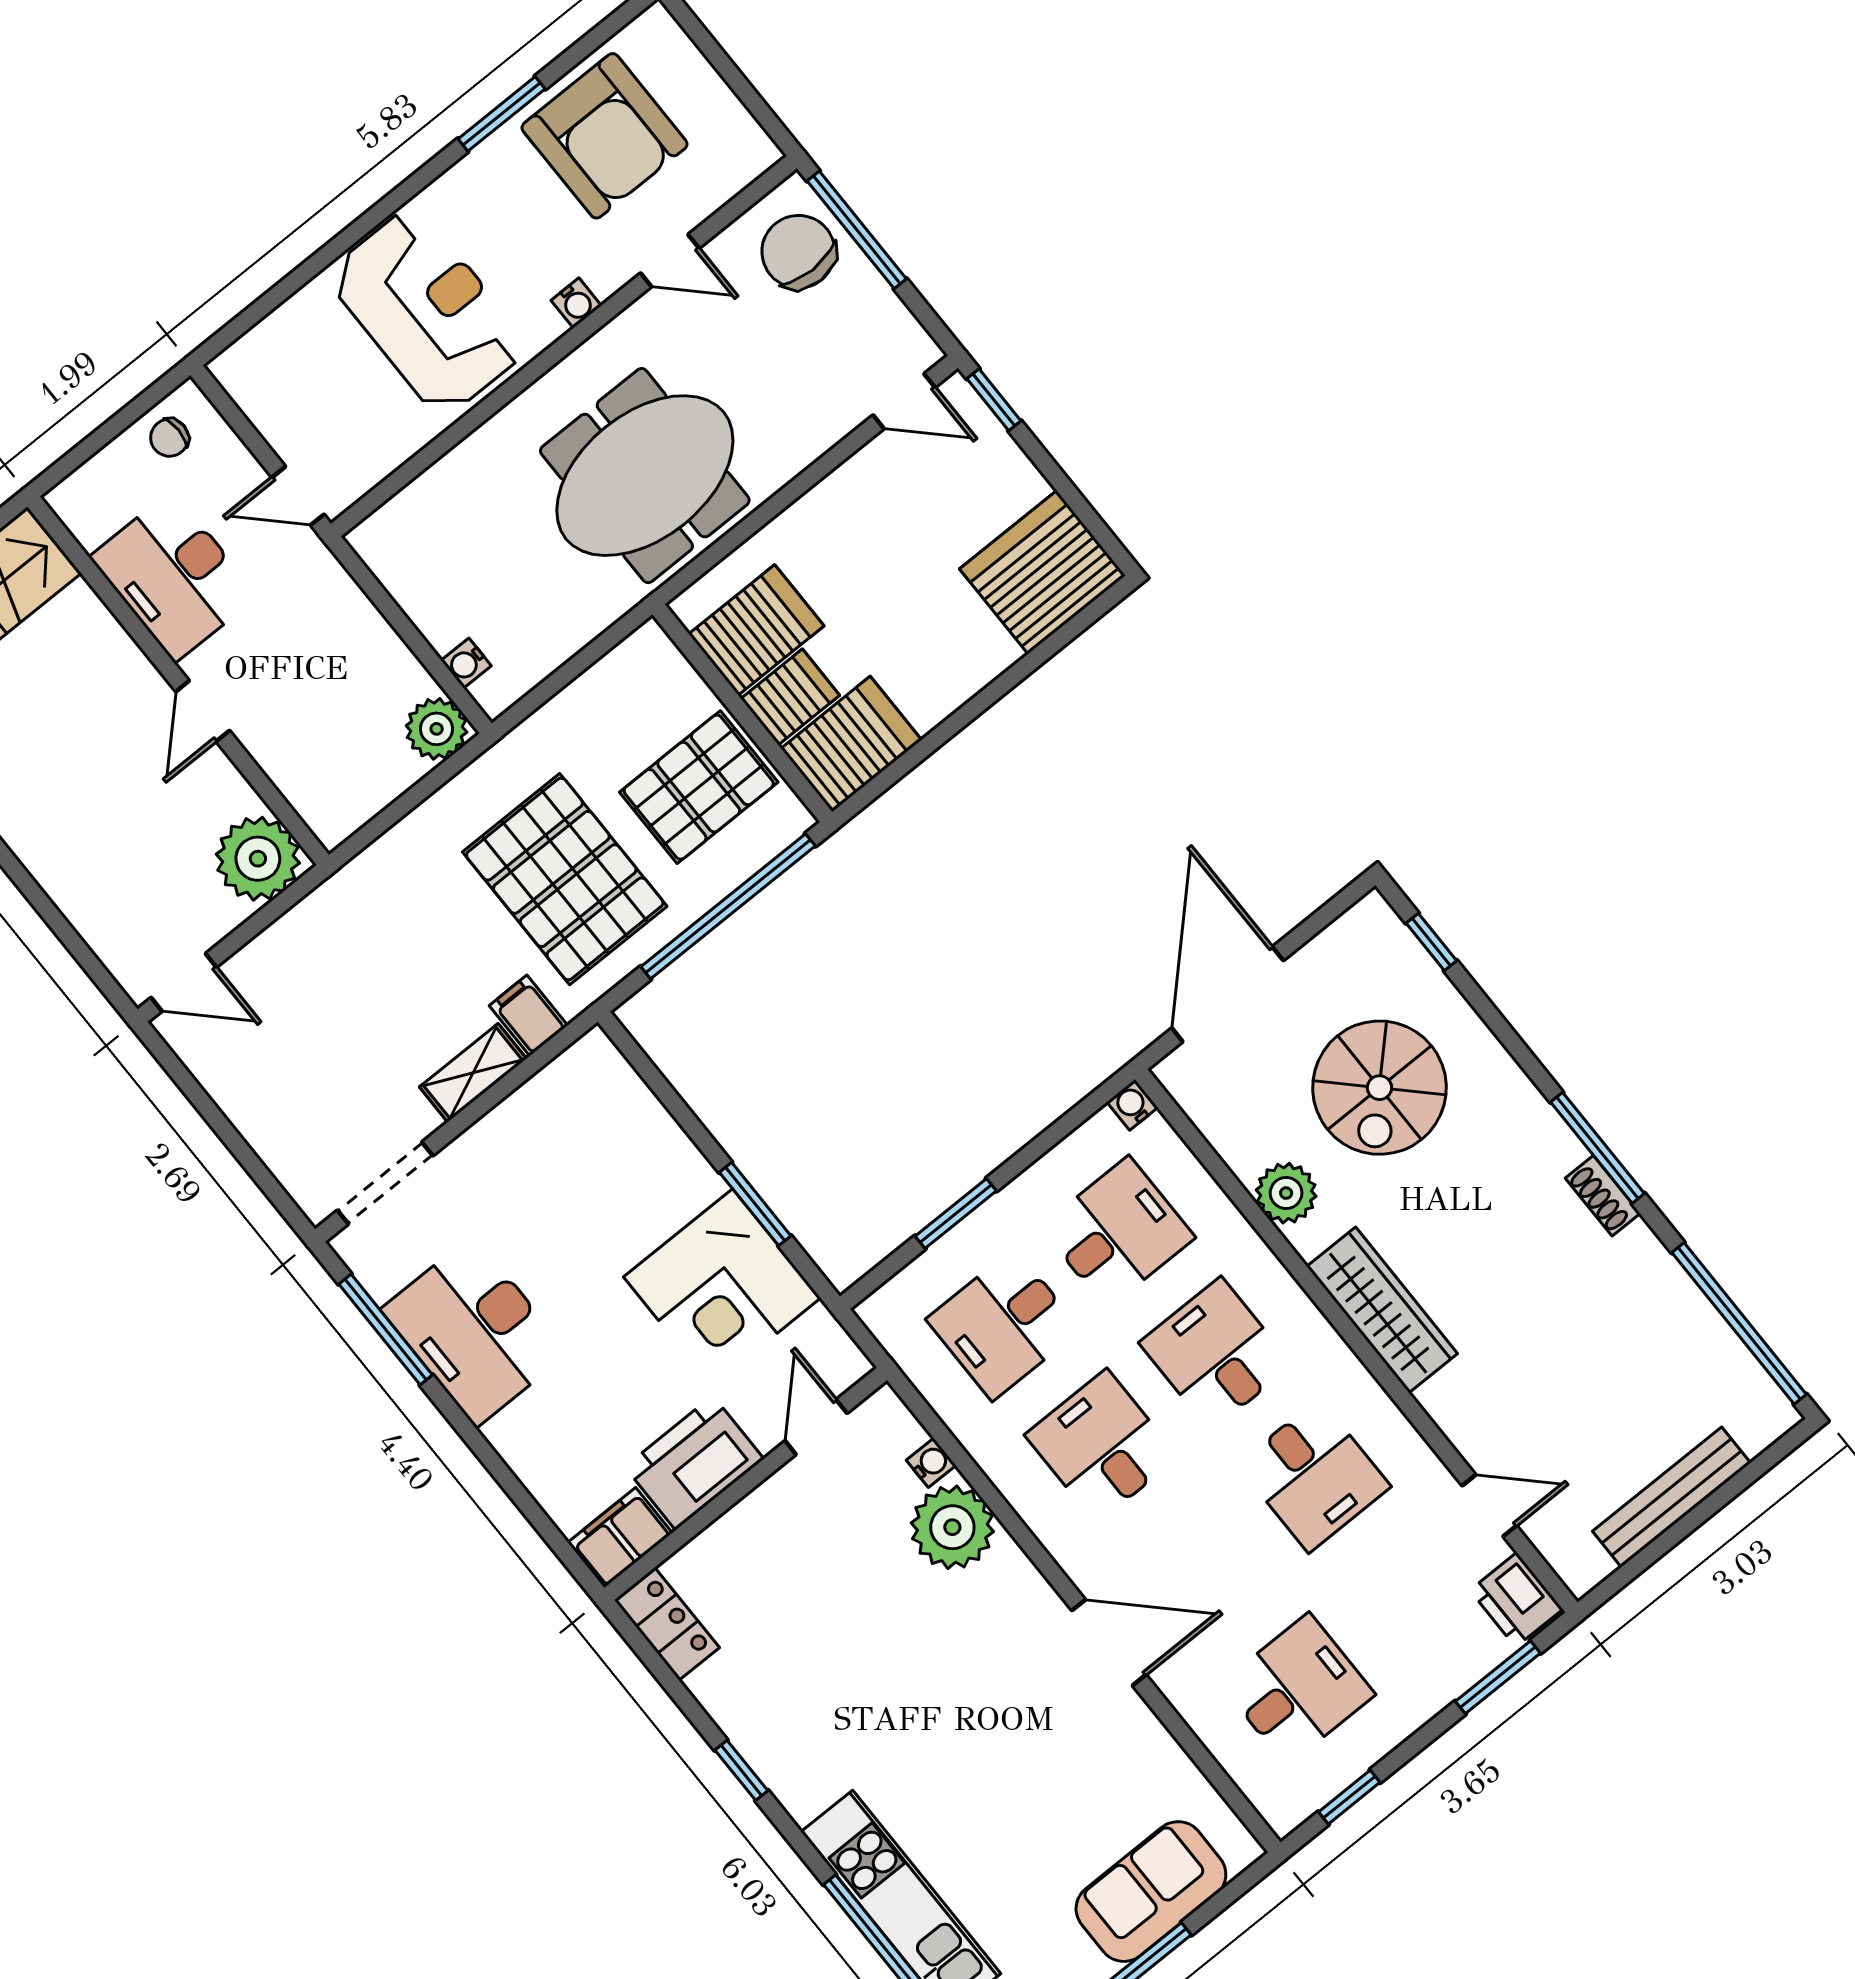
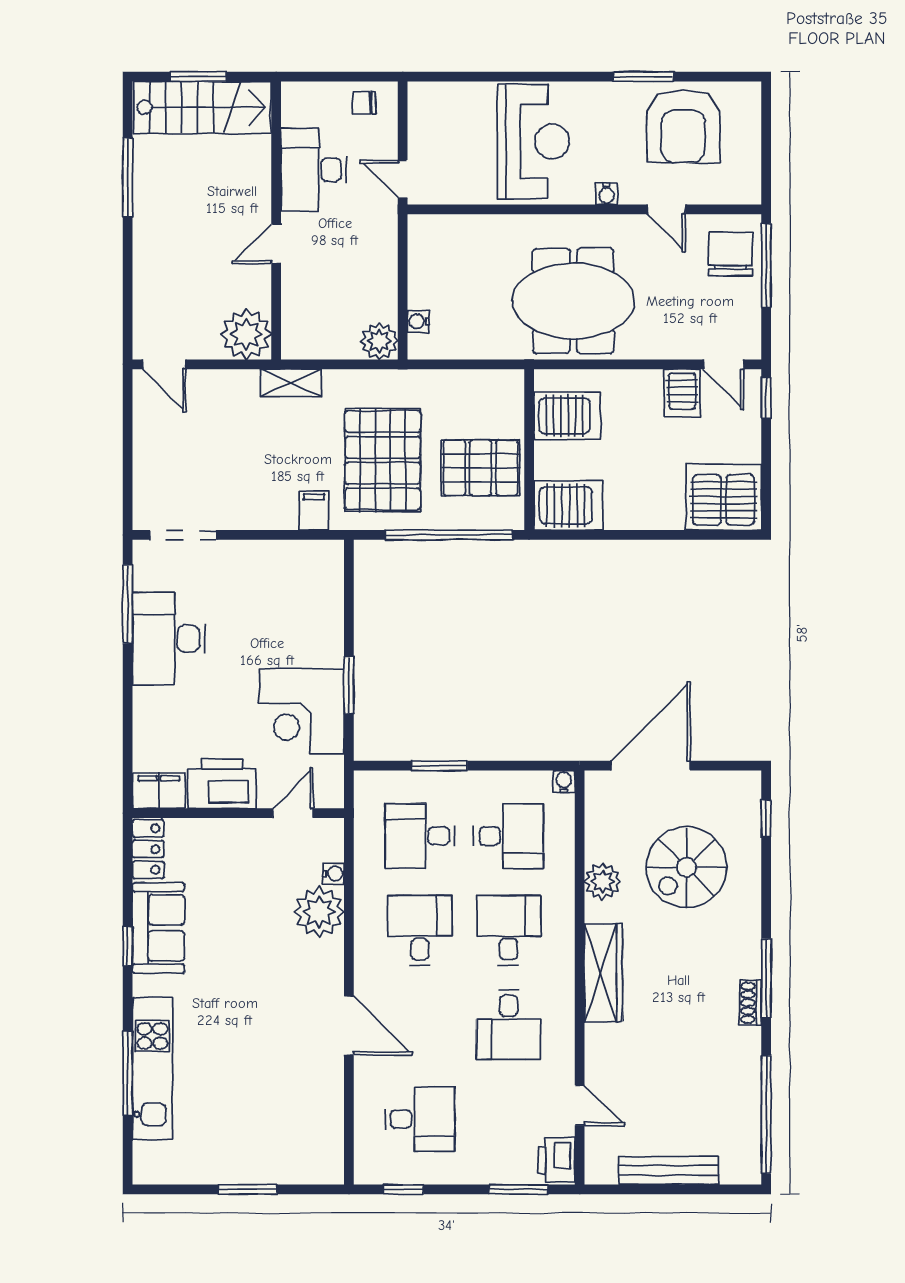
server rack: (790, 697) -> (682, 393), moved, turned 90
shelving: (473, 1073) -> (291, 383), moved
sofa: (1151, 1892) -> (158, 928), moved, turned 90

